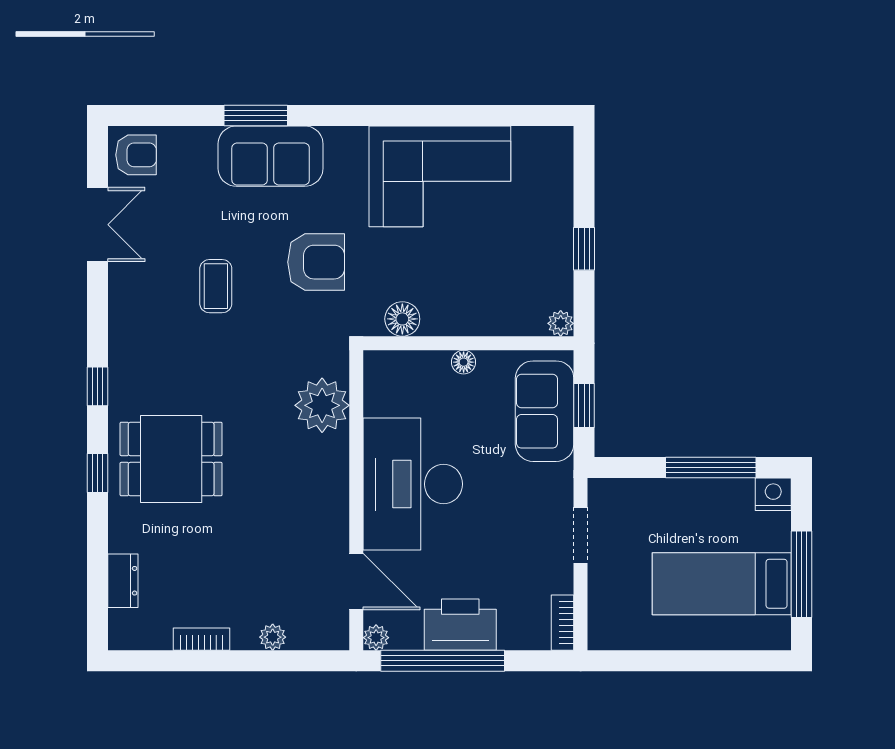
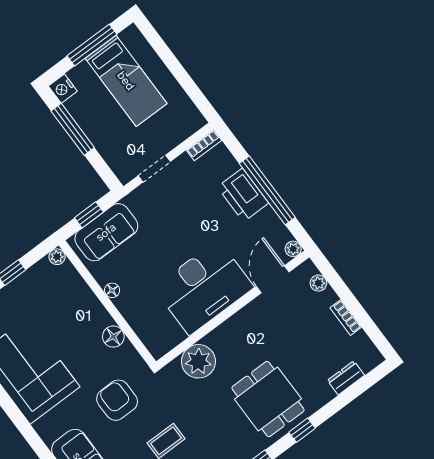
plant: (322, 405) -> (198, 361), moved
desk: (413, 484) -> (204, 287), moved
wall: (356, 500) -> (233, 309), moved
door: (356, 582) -> (273, 279), moved
plant: (376, 638) -> (293, 249), moved

